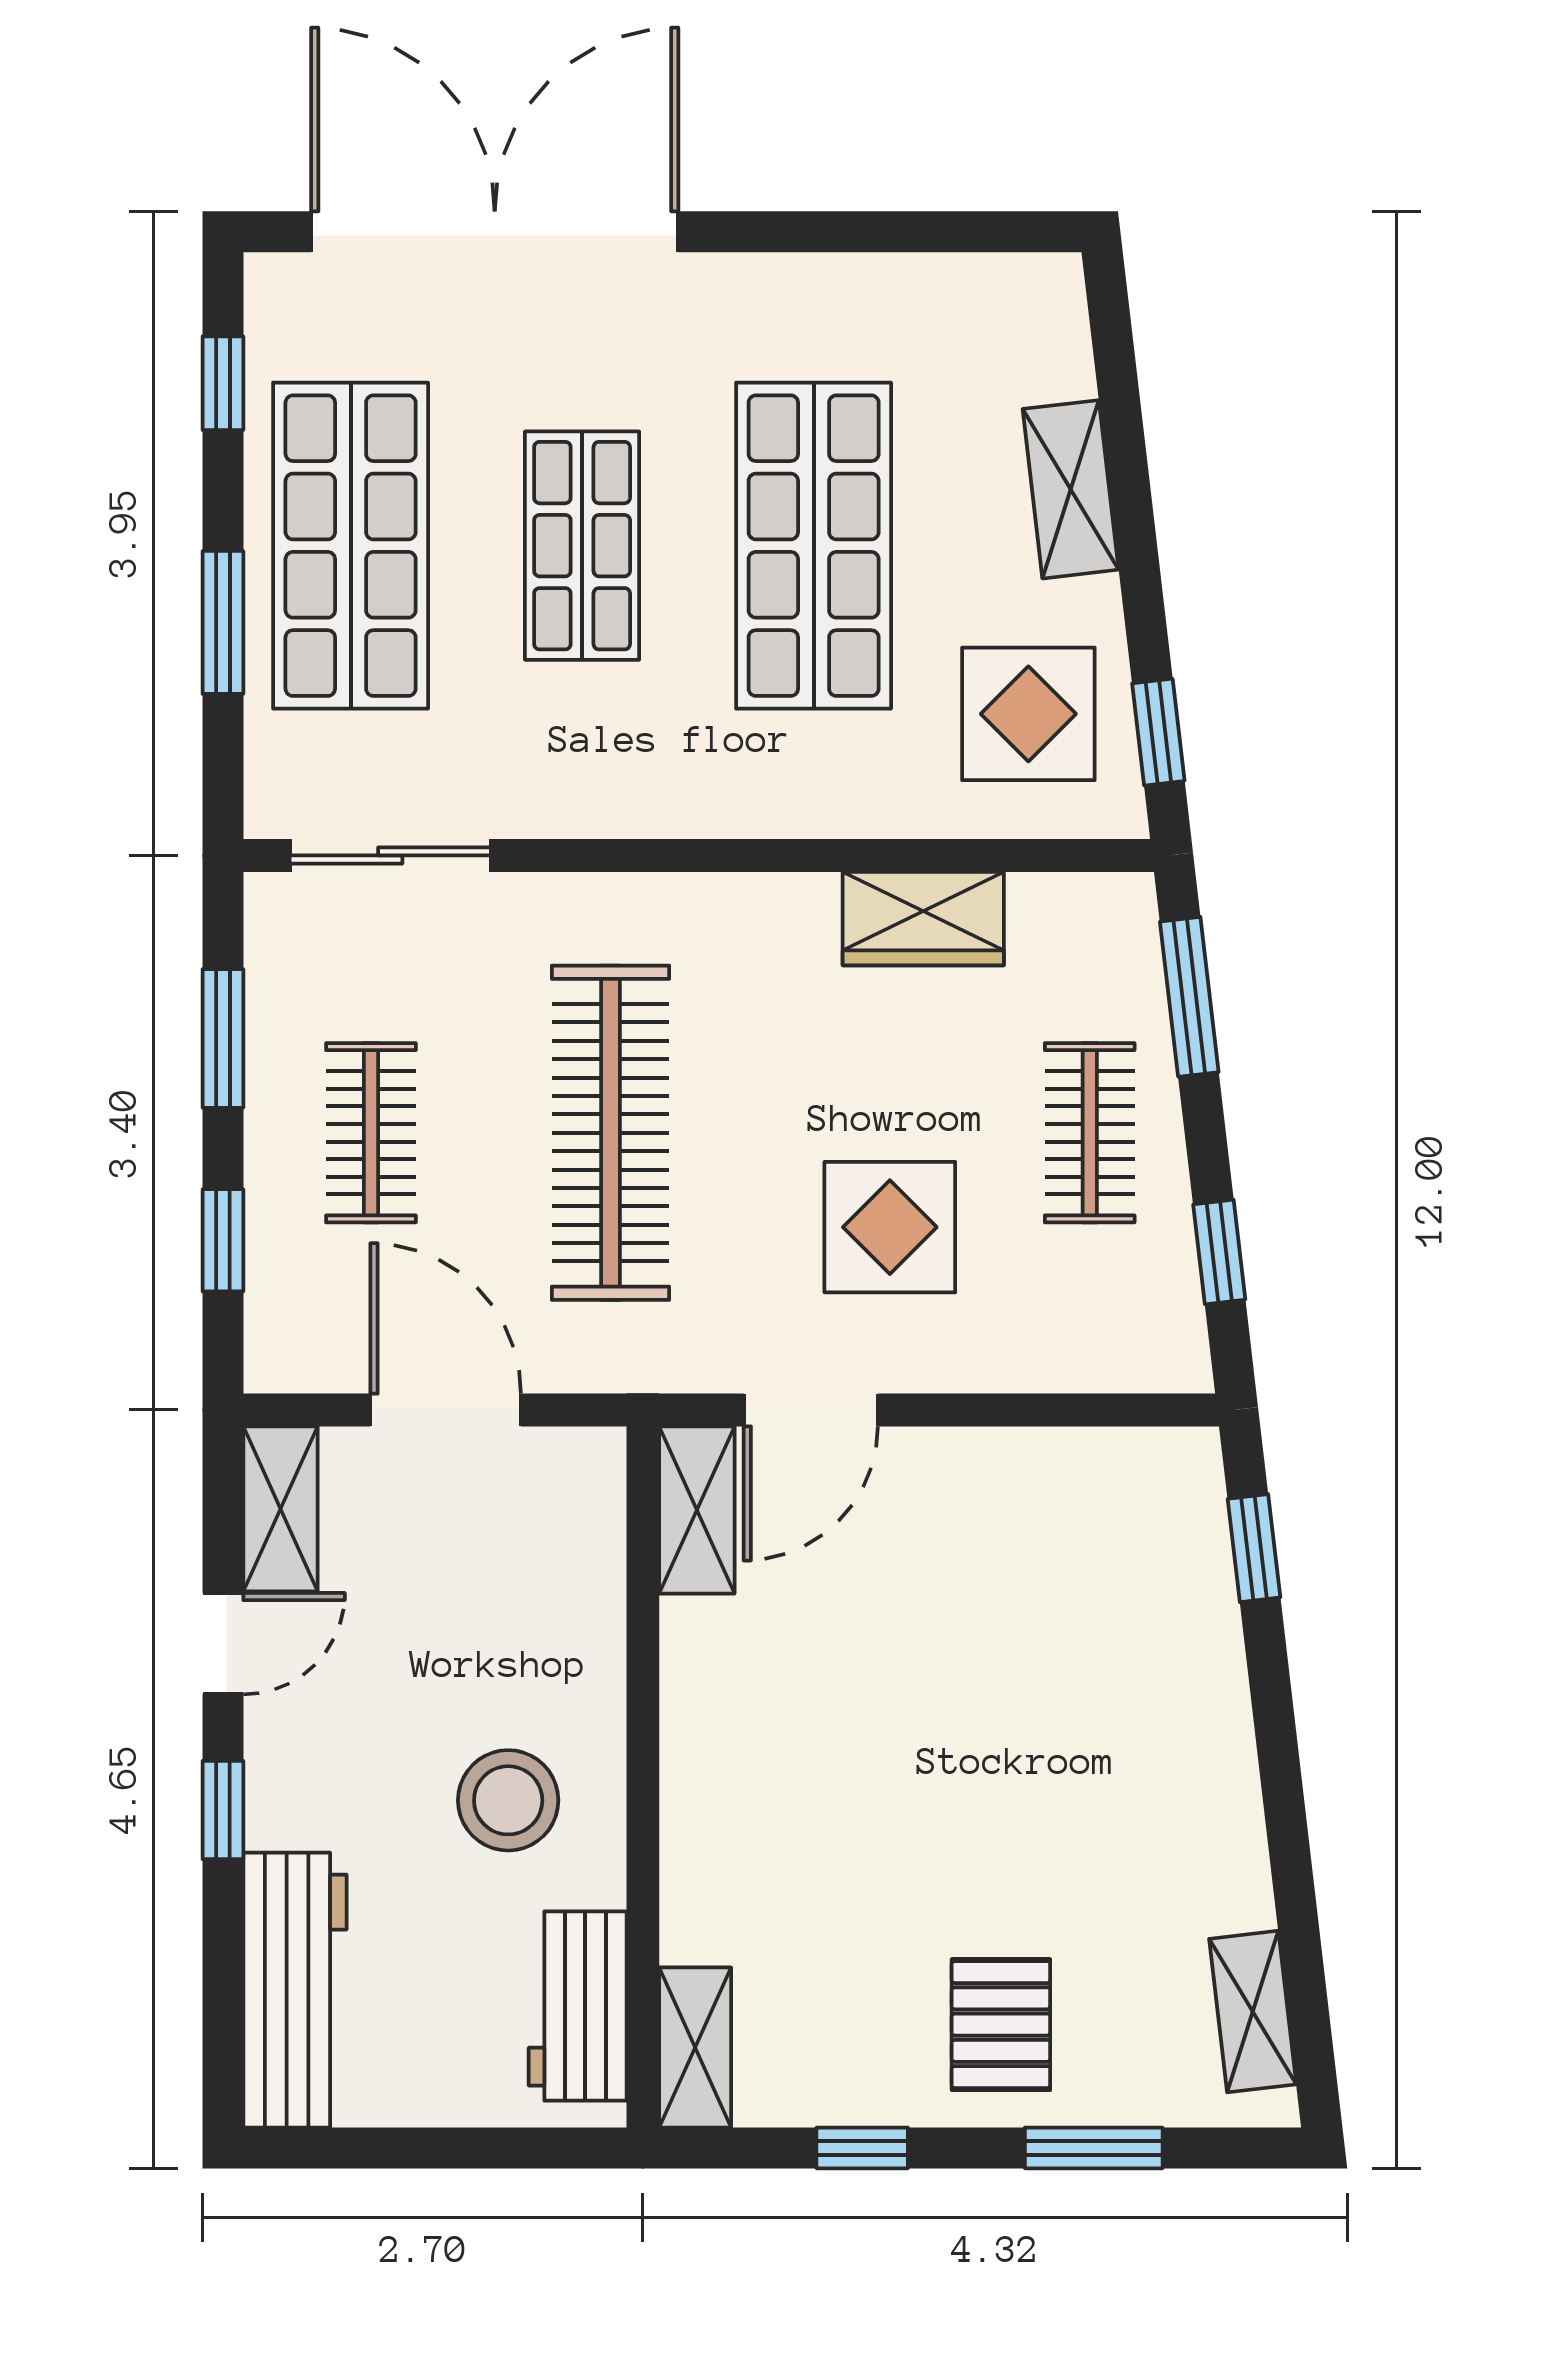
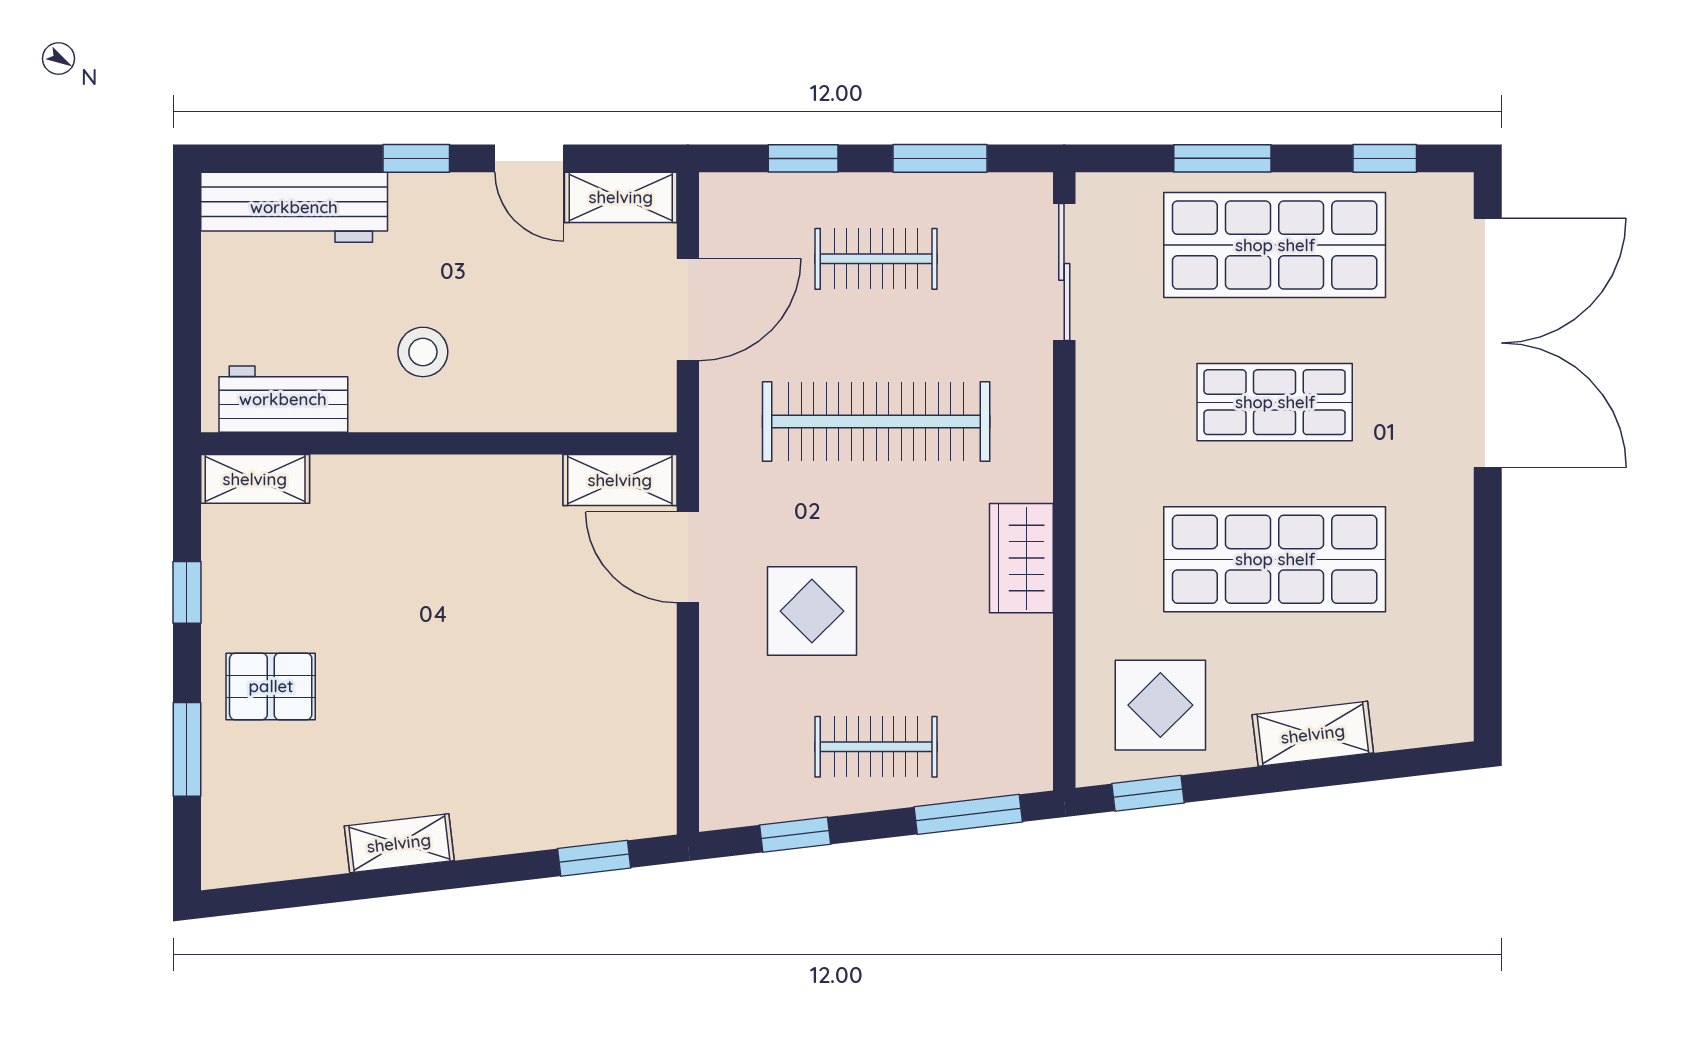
wardrobe: (923, 919) -> (1021, 558), moved
stool: (508, 1800) -> (423, 352), width x0.73, depth x0.73
shelving: (1253, 2012) -> (399, 843), moved

